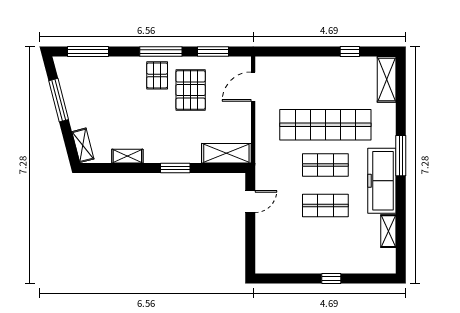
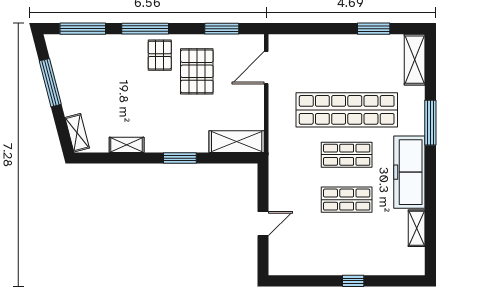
window: (161, 52) -> (145, 29), moved
window: (350, 52) -> (374, 29), width x1.50
window: (401, 156) -> (430, 123), moved
door: (250, 202) -> (263, 224), moved

